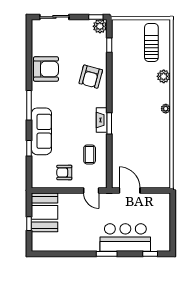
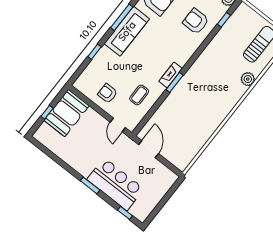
armchair: (91, 77) -> (196, 21), moved, turned 75
plant: (166, 109) -> (229, 106), removed
sofa: (41, 131) -> (127, 31), moved

